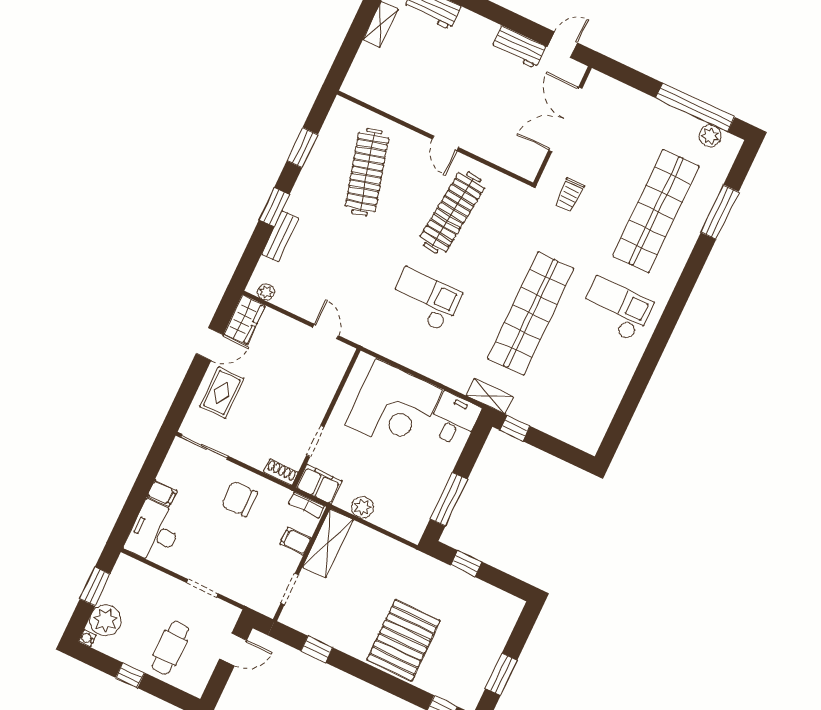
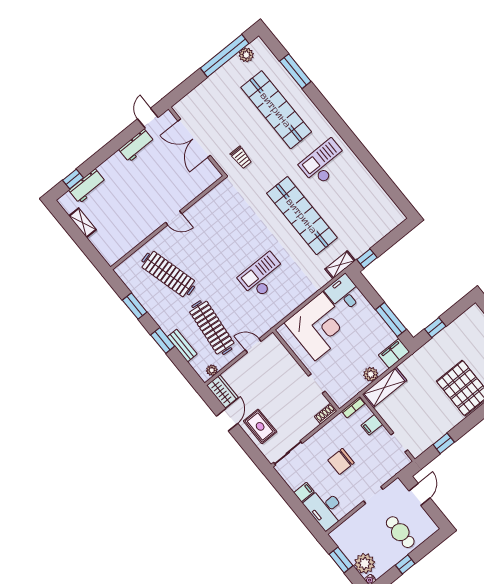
clothes rail: (452, 212) -> (212, 328), moved
filing cabinet: (319, 484) -> (394, 353), moved
chair: (239, 499) -> (341, 461), moved
shelving: (328, 543) -> (384, 387), moved, turned 90

